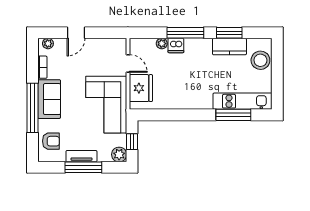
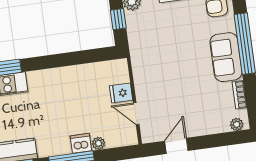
door: (76, 33) -> (176, 146), moved
fridge: (141, 88) -> (121, 93), width x0.53, depth x0.75
corner sofa: (106, 105) -> (156, 60), removed

